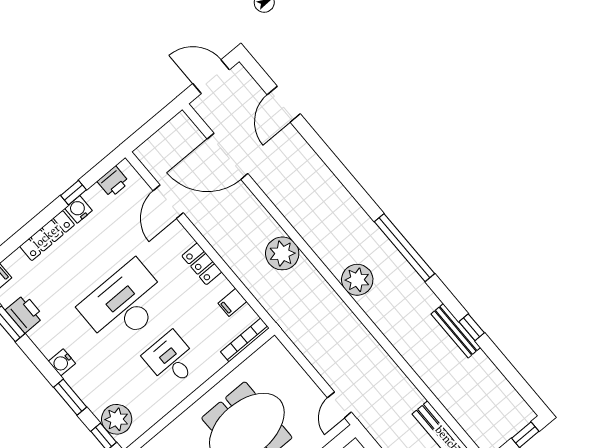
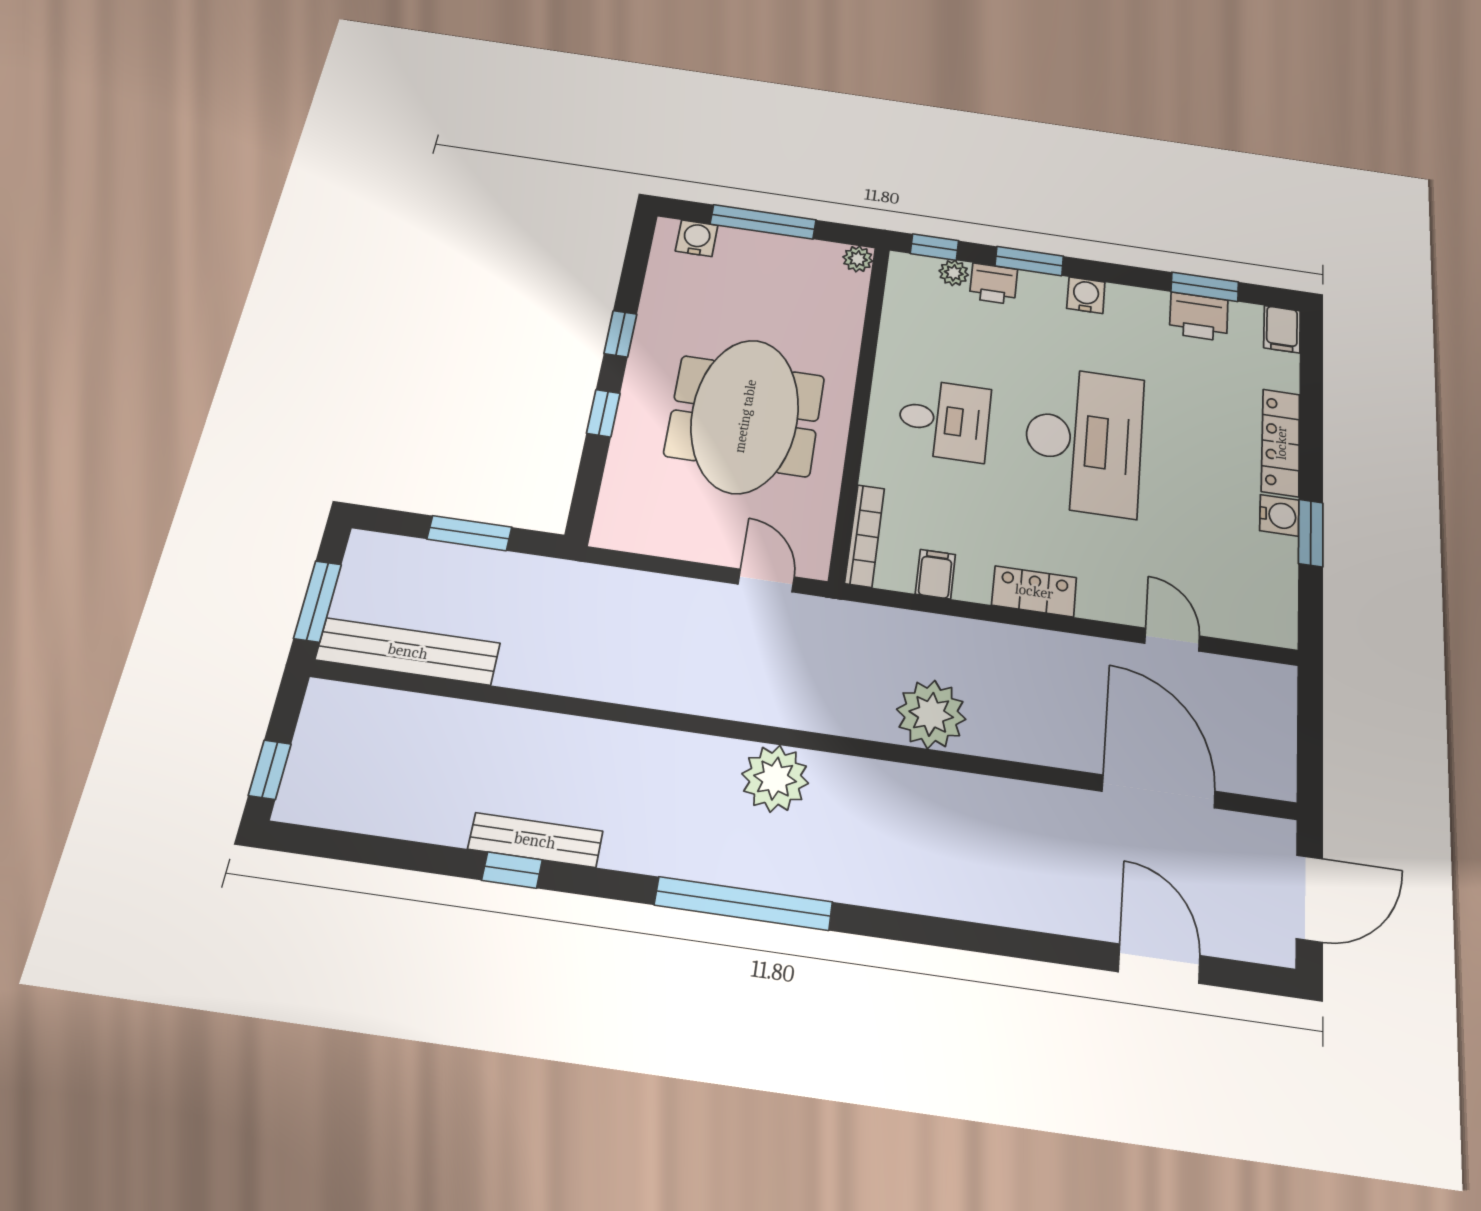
door: (227, 156) -> (1159, 791), hinge flipped
printer: (113, 182) -> (993, 284), moved, turned -90
window: (74, 193) -> (1311, 533), width x1.50
door: (168, 202) -> (1172, 640), width x0.73
door: (339, 405) -> (766, 580), moved
plant: (117, 419) -> (954, 273), width x0.53, depth x0.53

